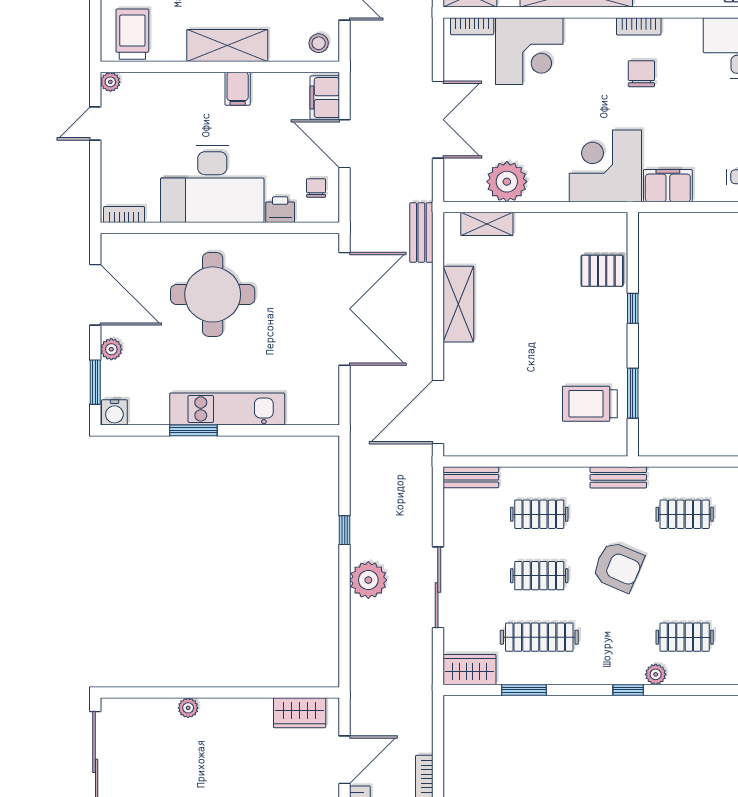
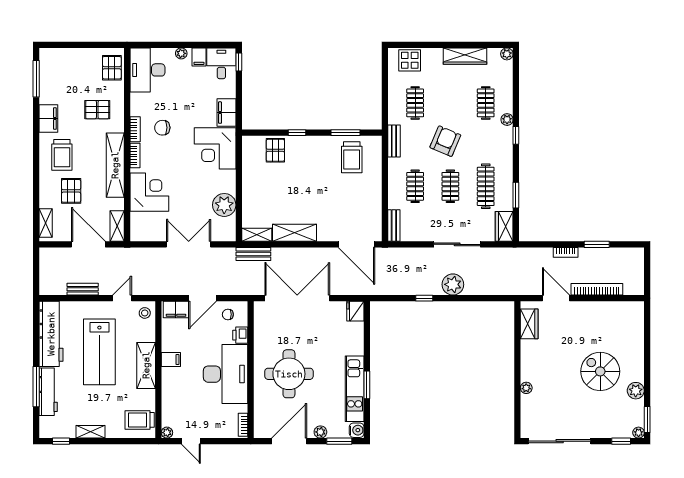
bookcase: (472, 26) -> (135, 155), moved
shelving: (487, 224) -> (257, 235), moved, turned 90
kitchen unit: (227, 409) -> (355, 389), moved
fridge: (322, 410) -> (355, 311), added

